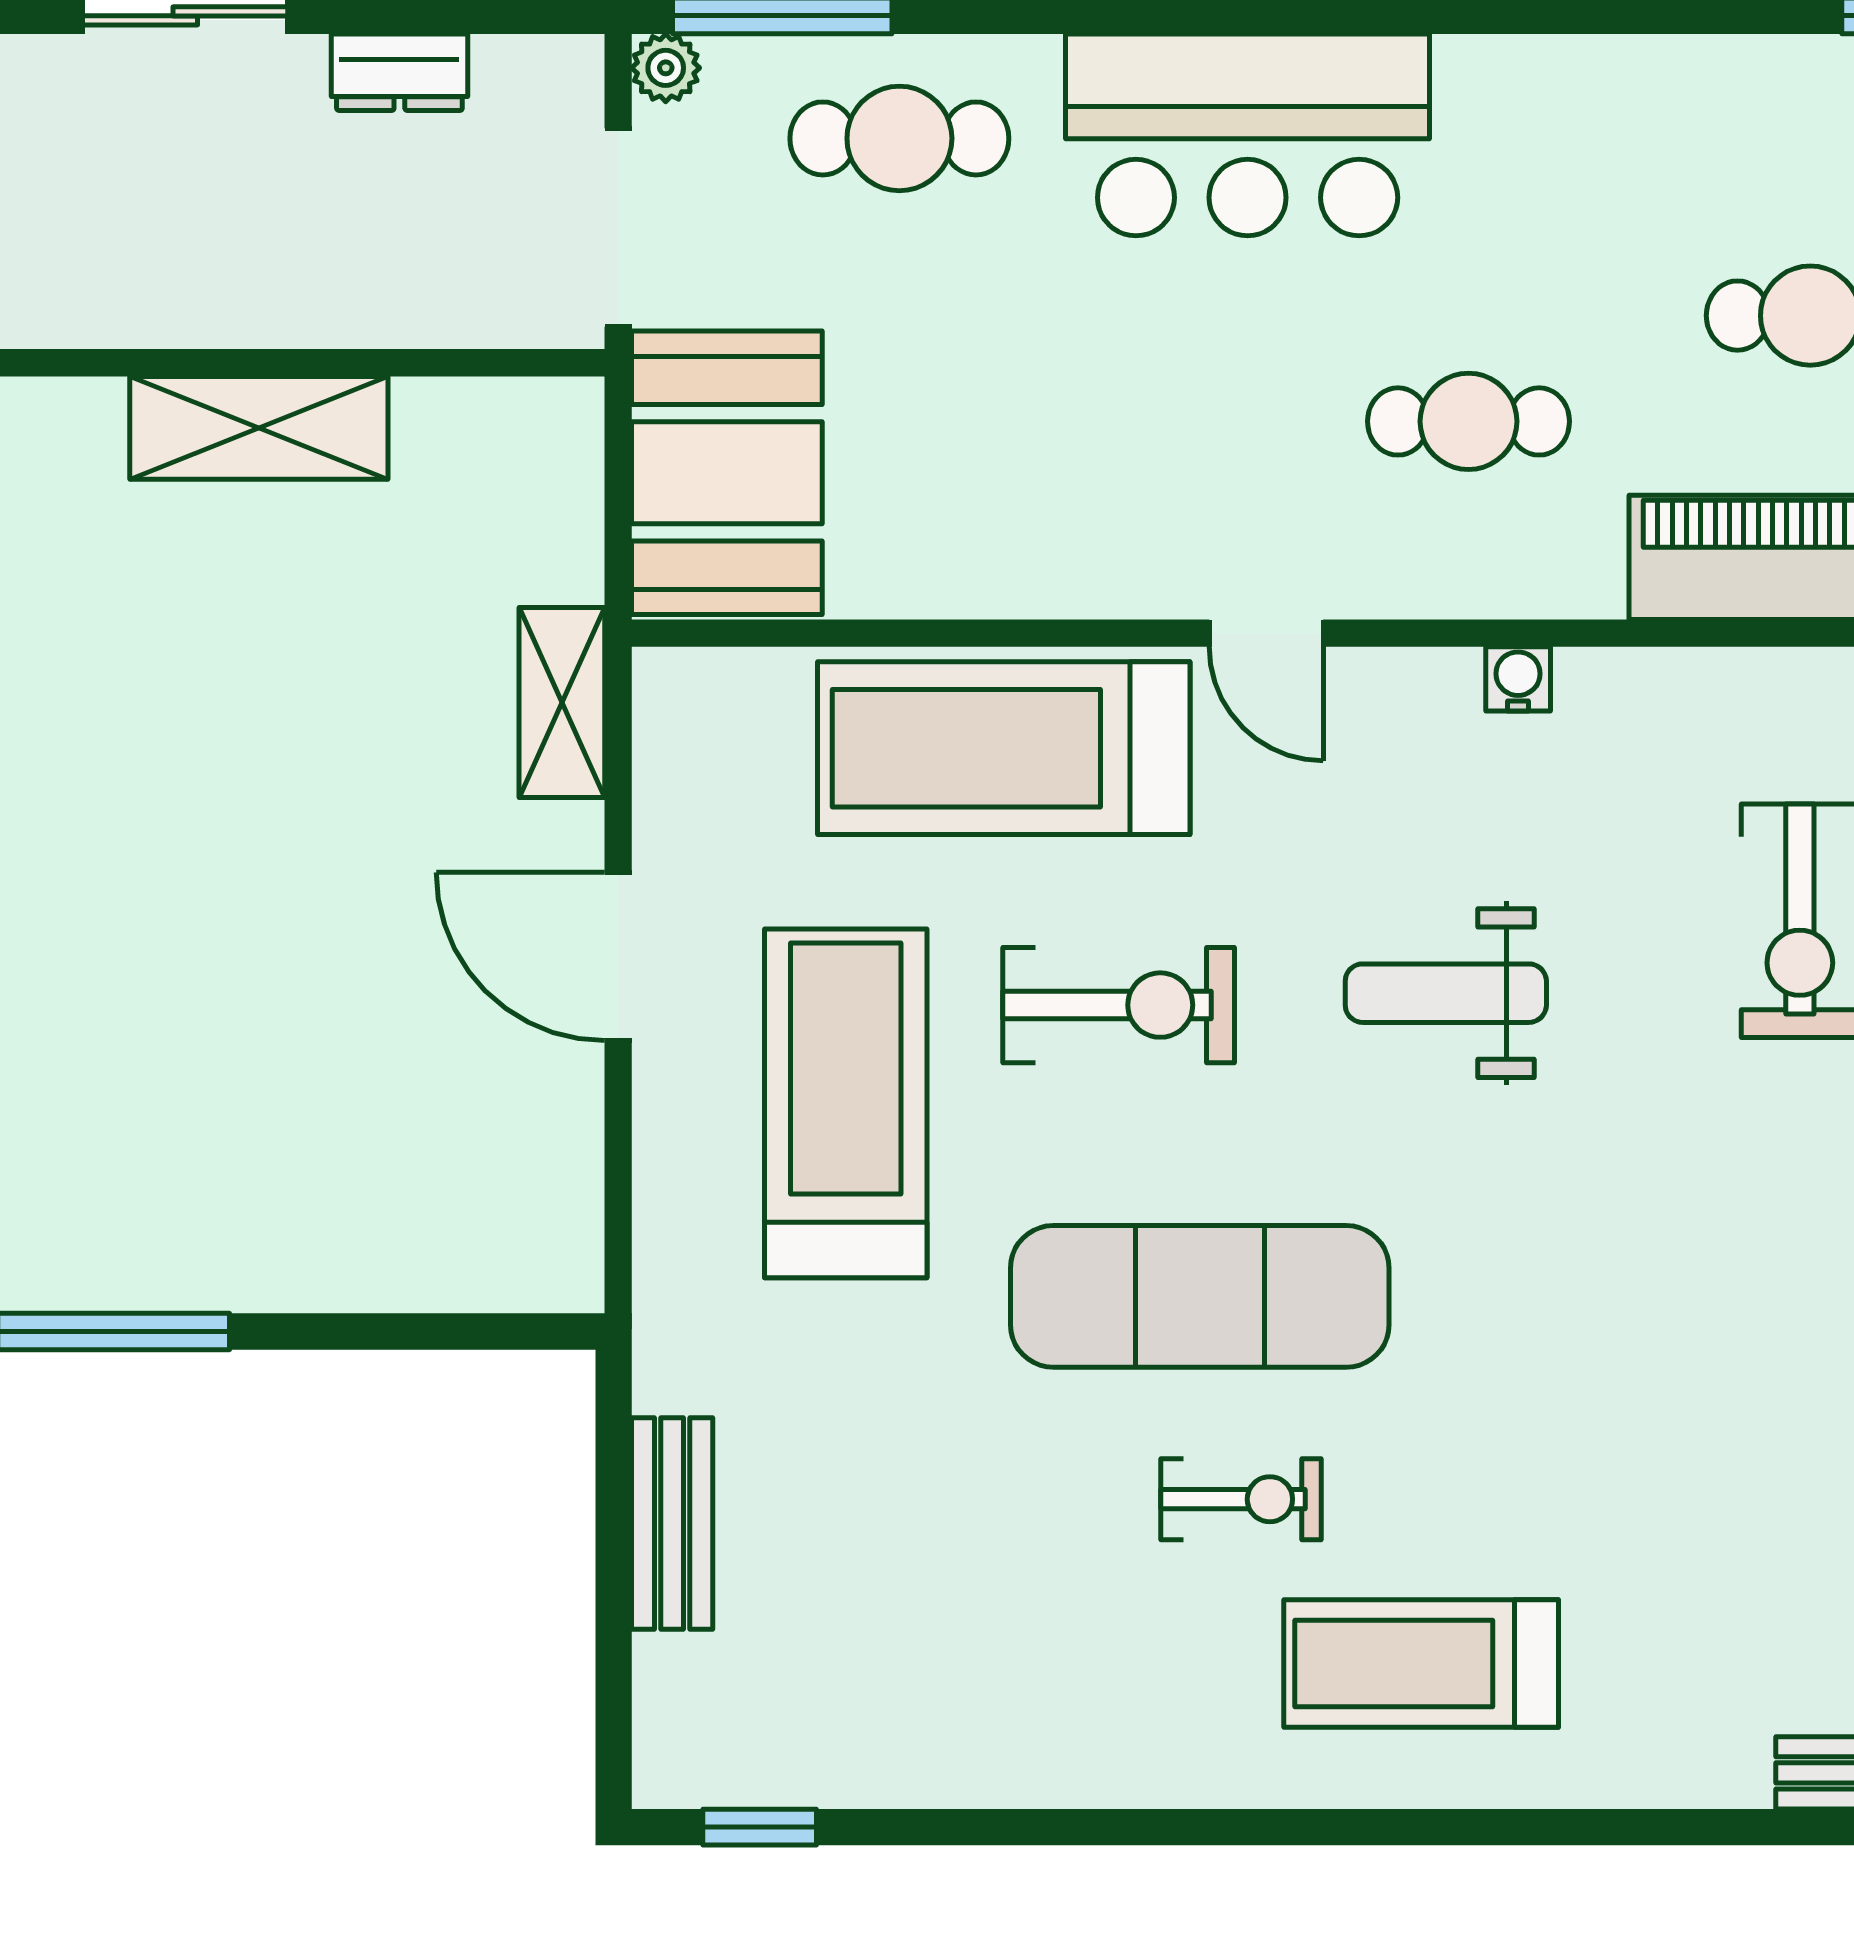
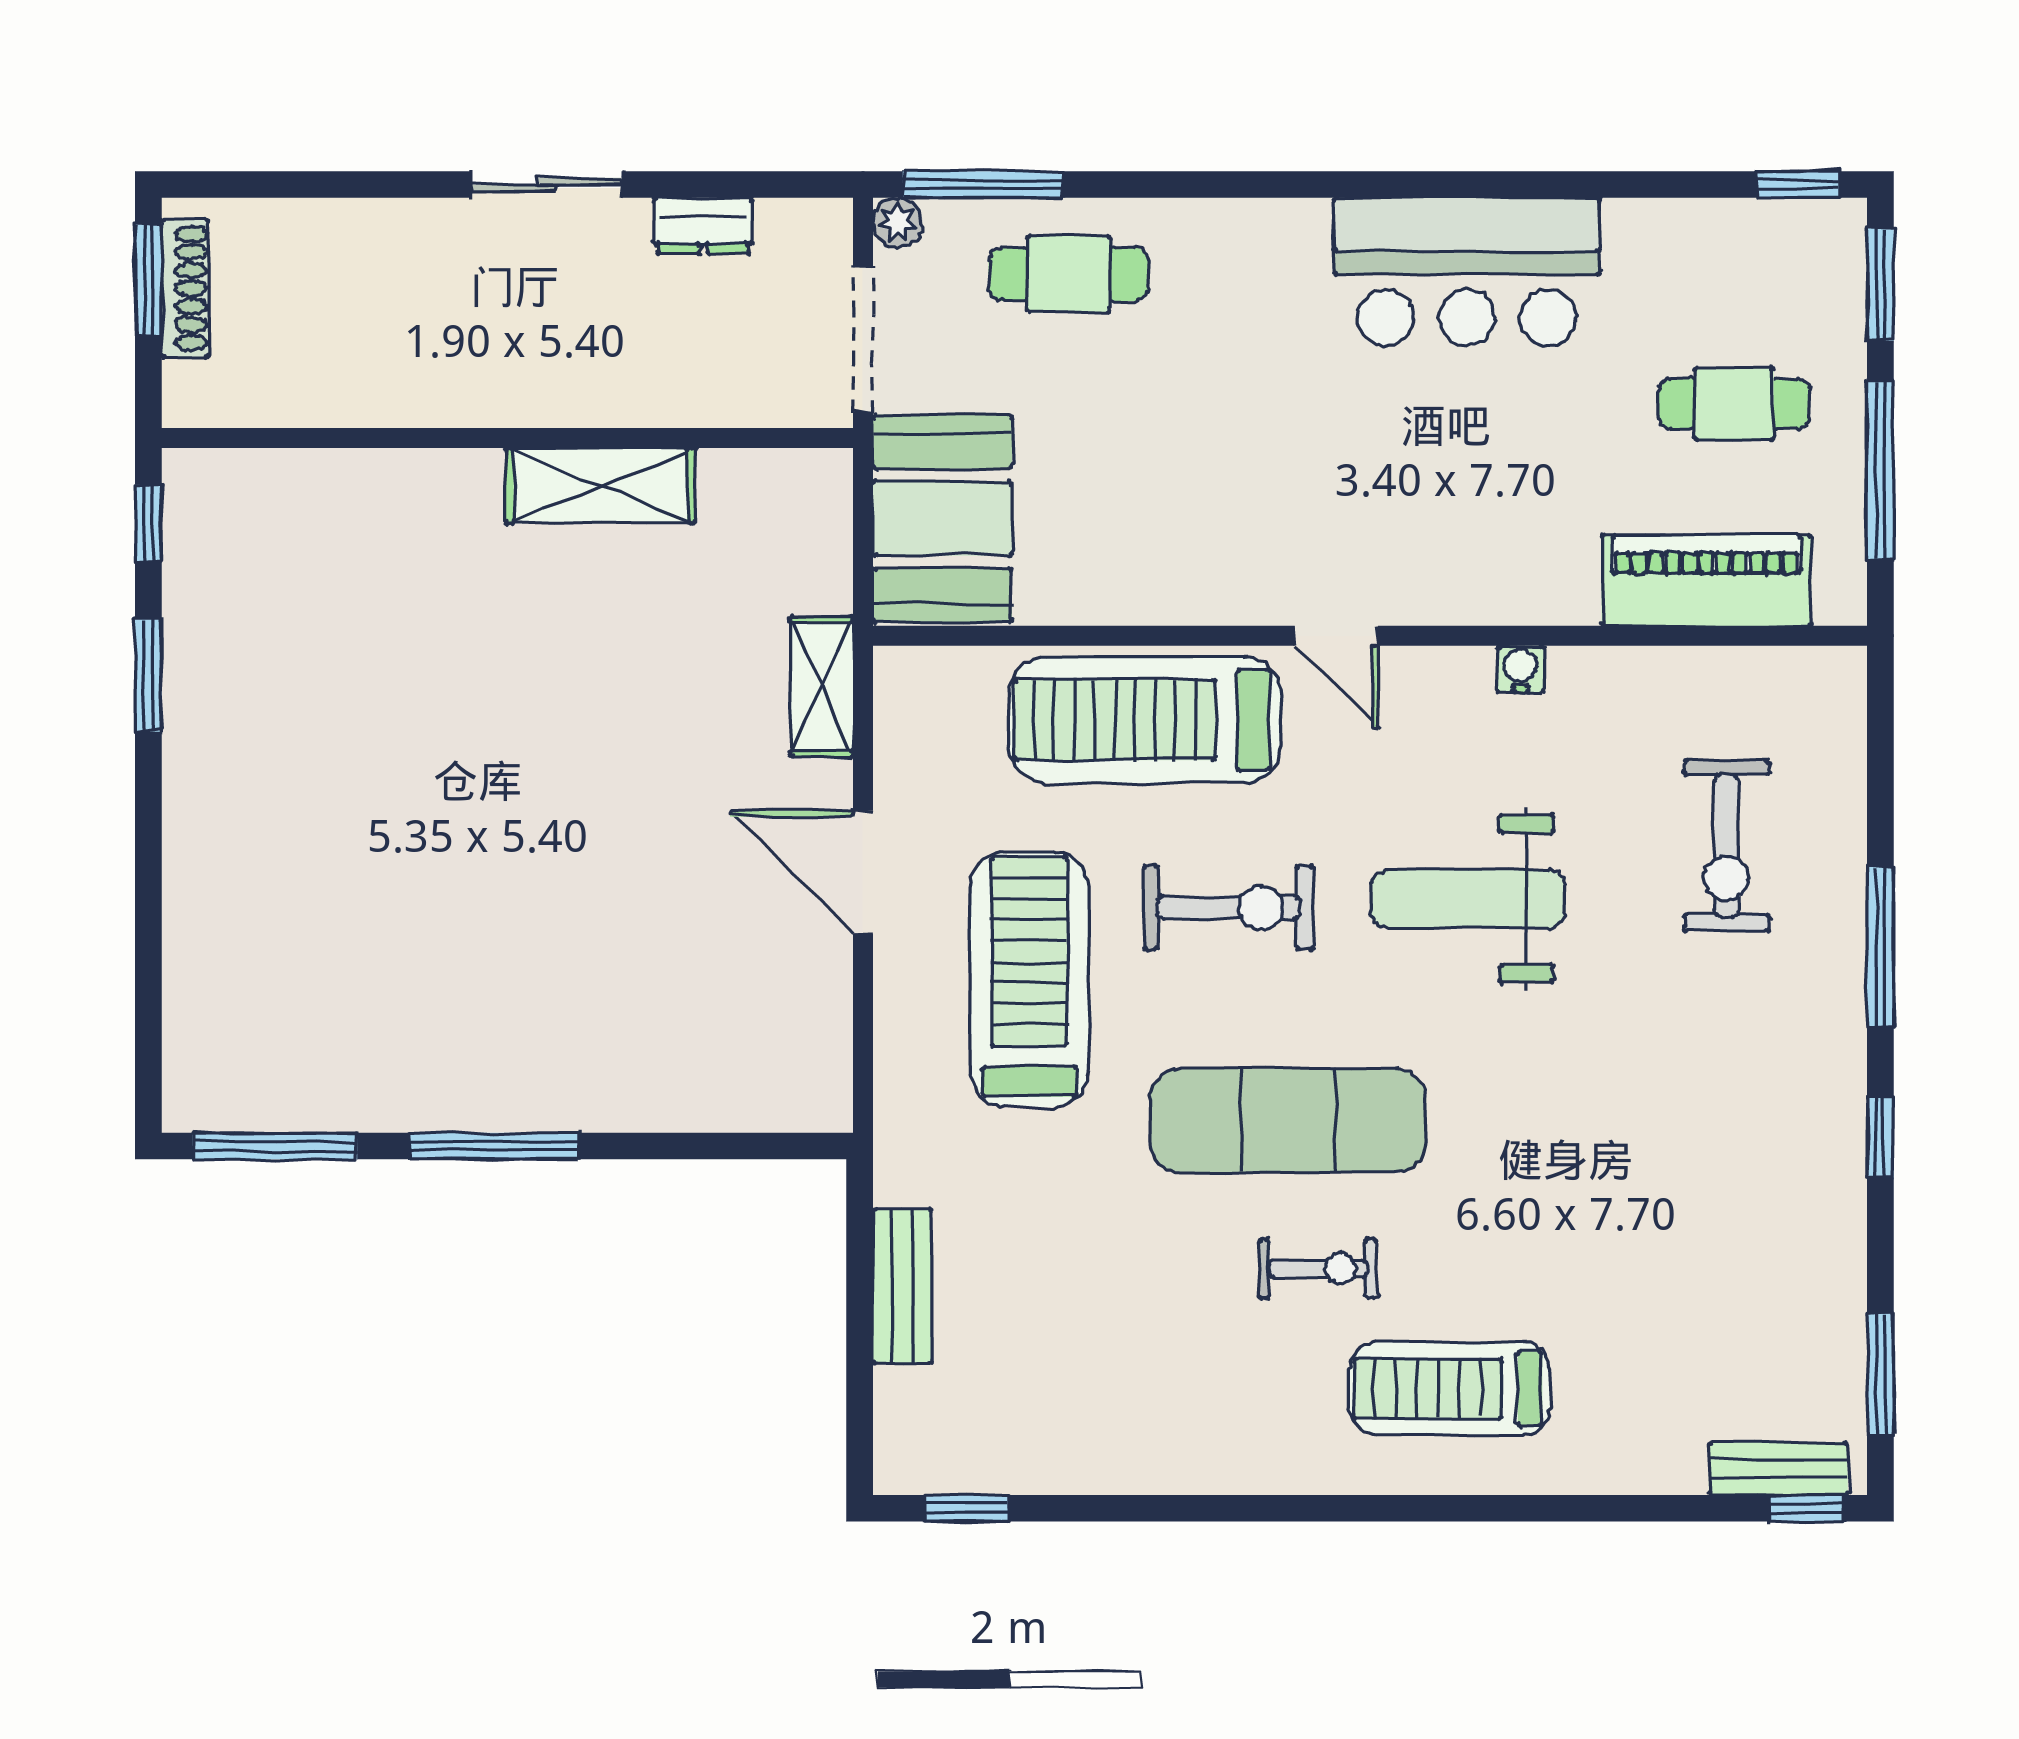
bar counter: (1248, 135) -> (1467, 272), moved
cafe table: (1468, 421) -> (1484, 481), removed
weight bench: (1446, 993) -> (1468, 899), width x1.36, depth x1.33

